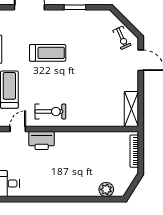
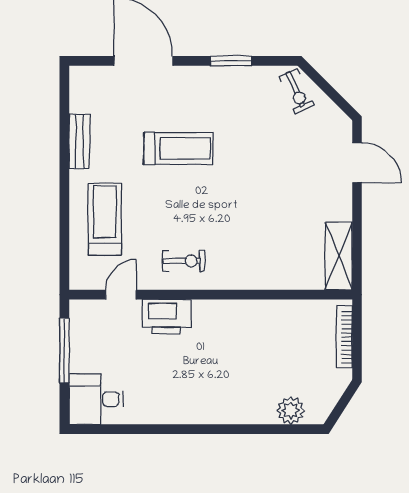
exercise bike: (122, 38) -> (296, 91), moved
exercise bike: (50, 111) -> (184, 261), width x0.73, depth x0.72

